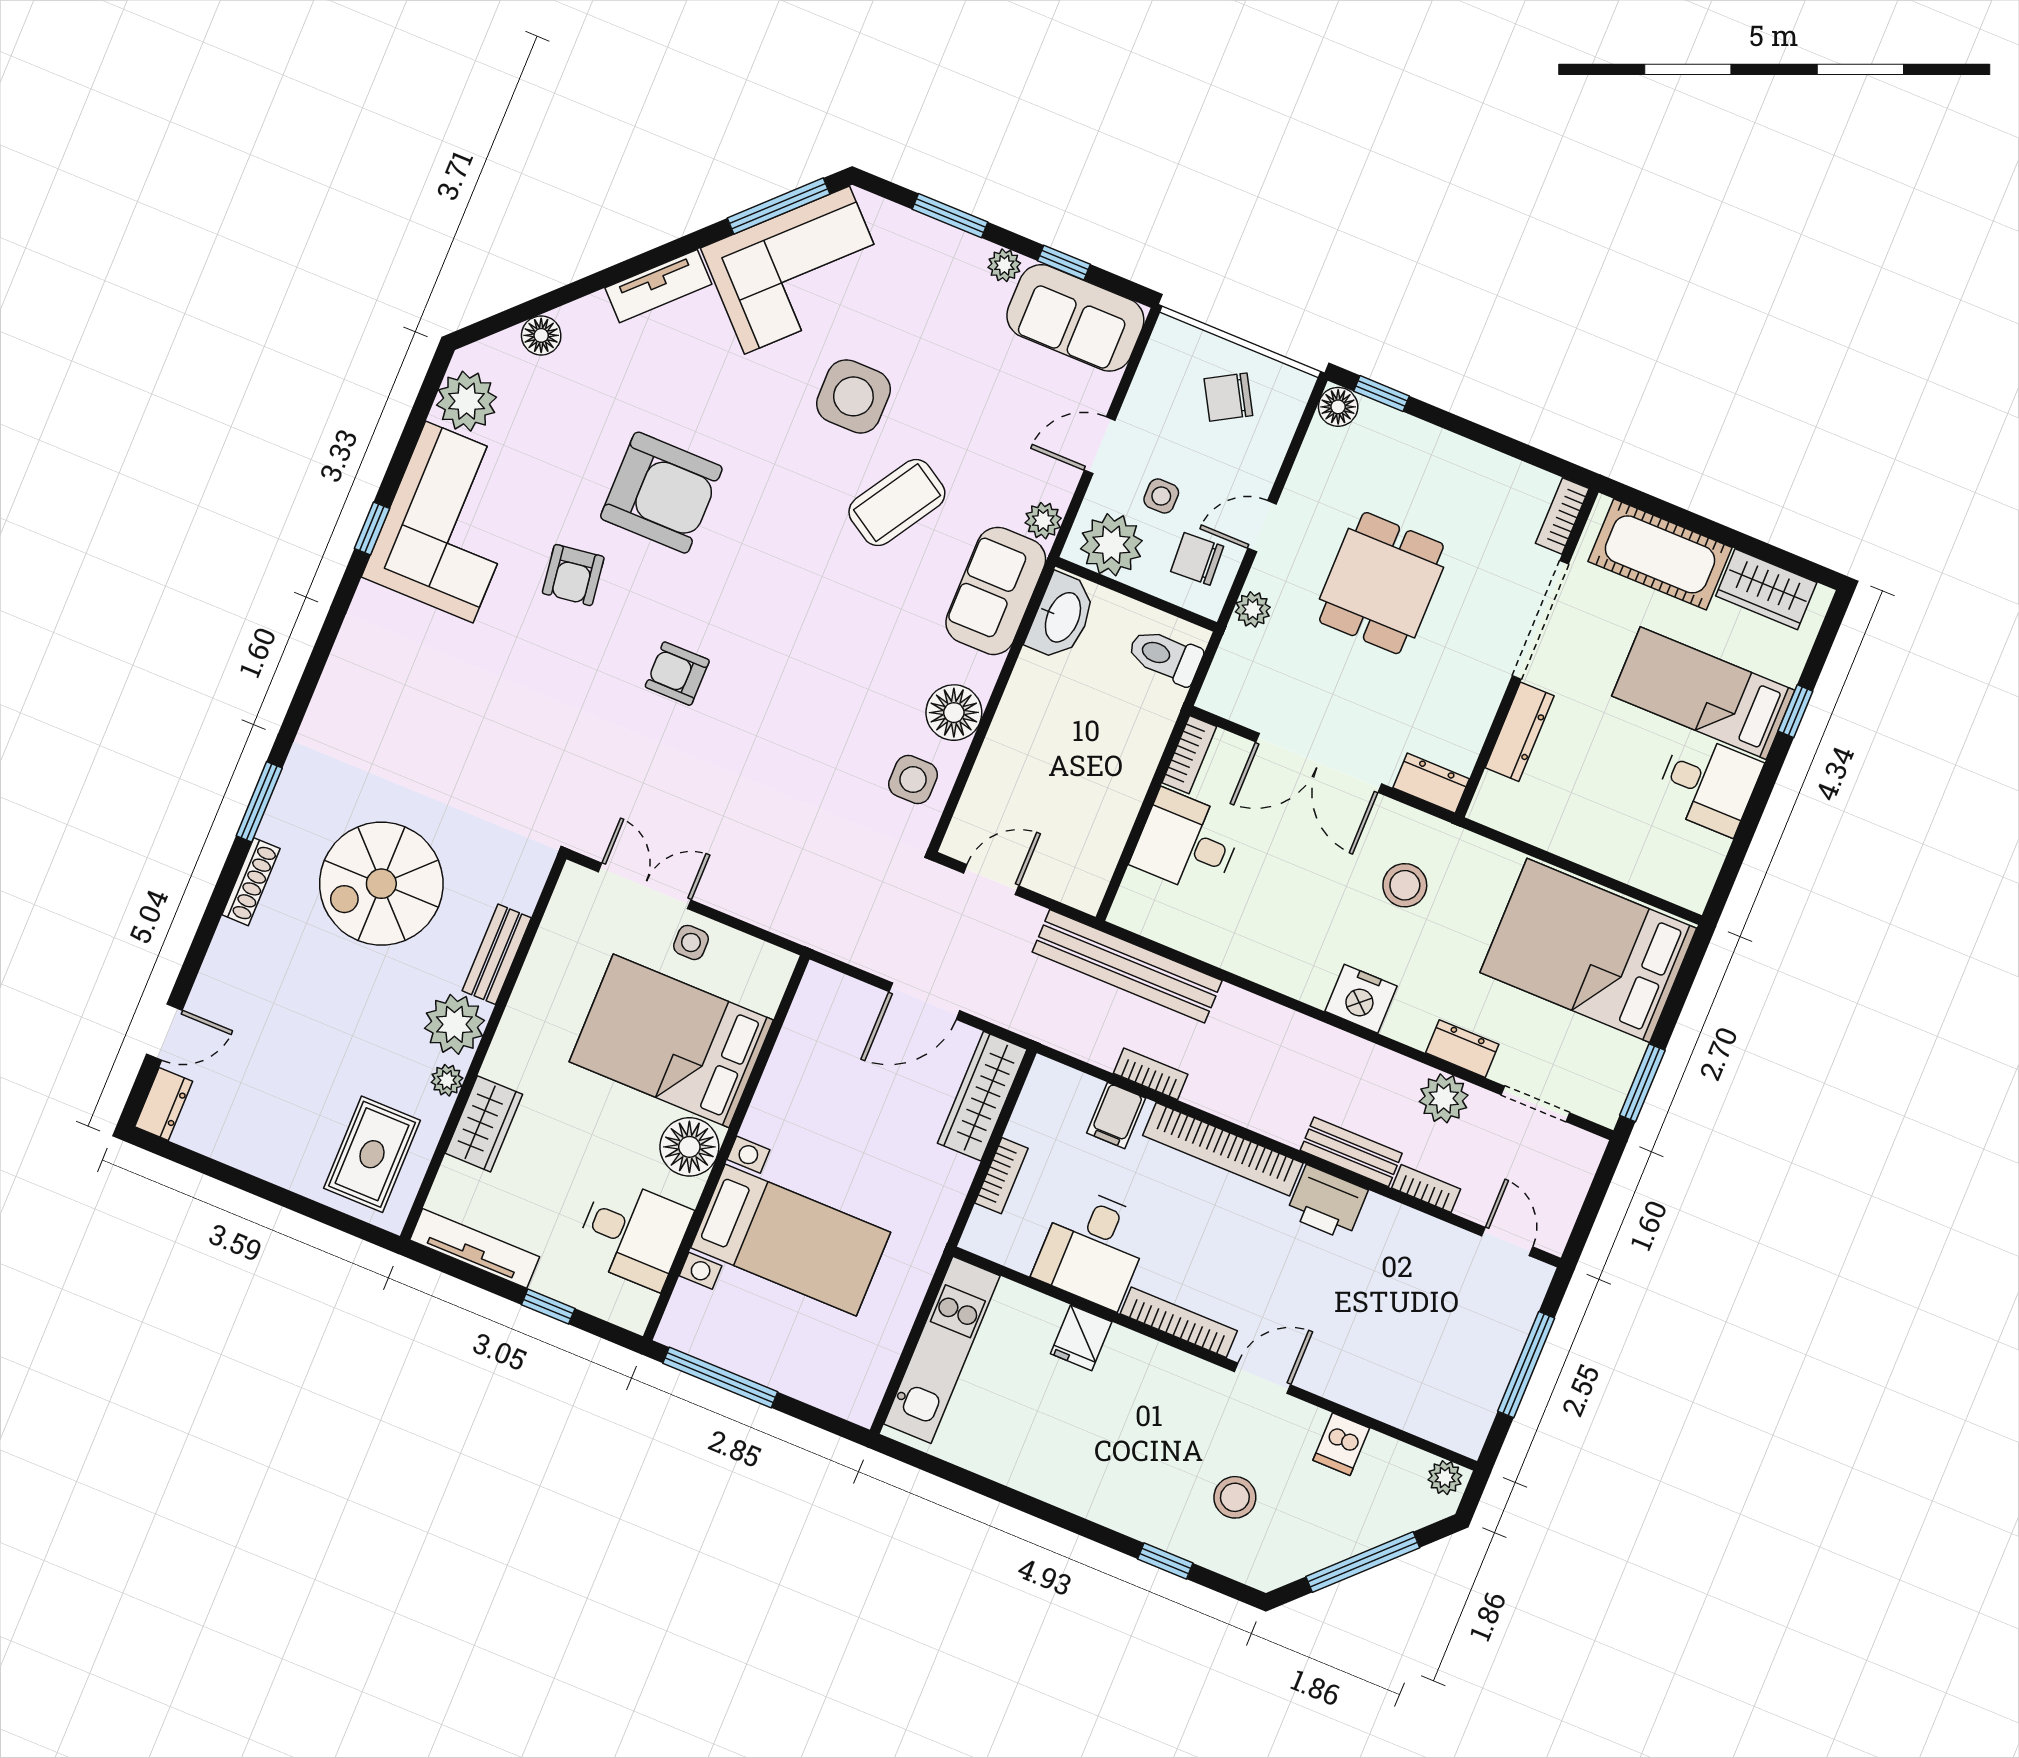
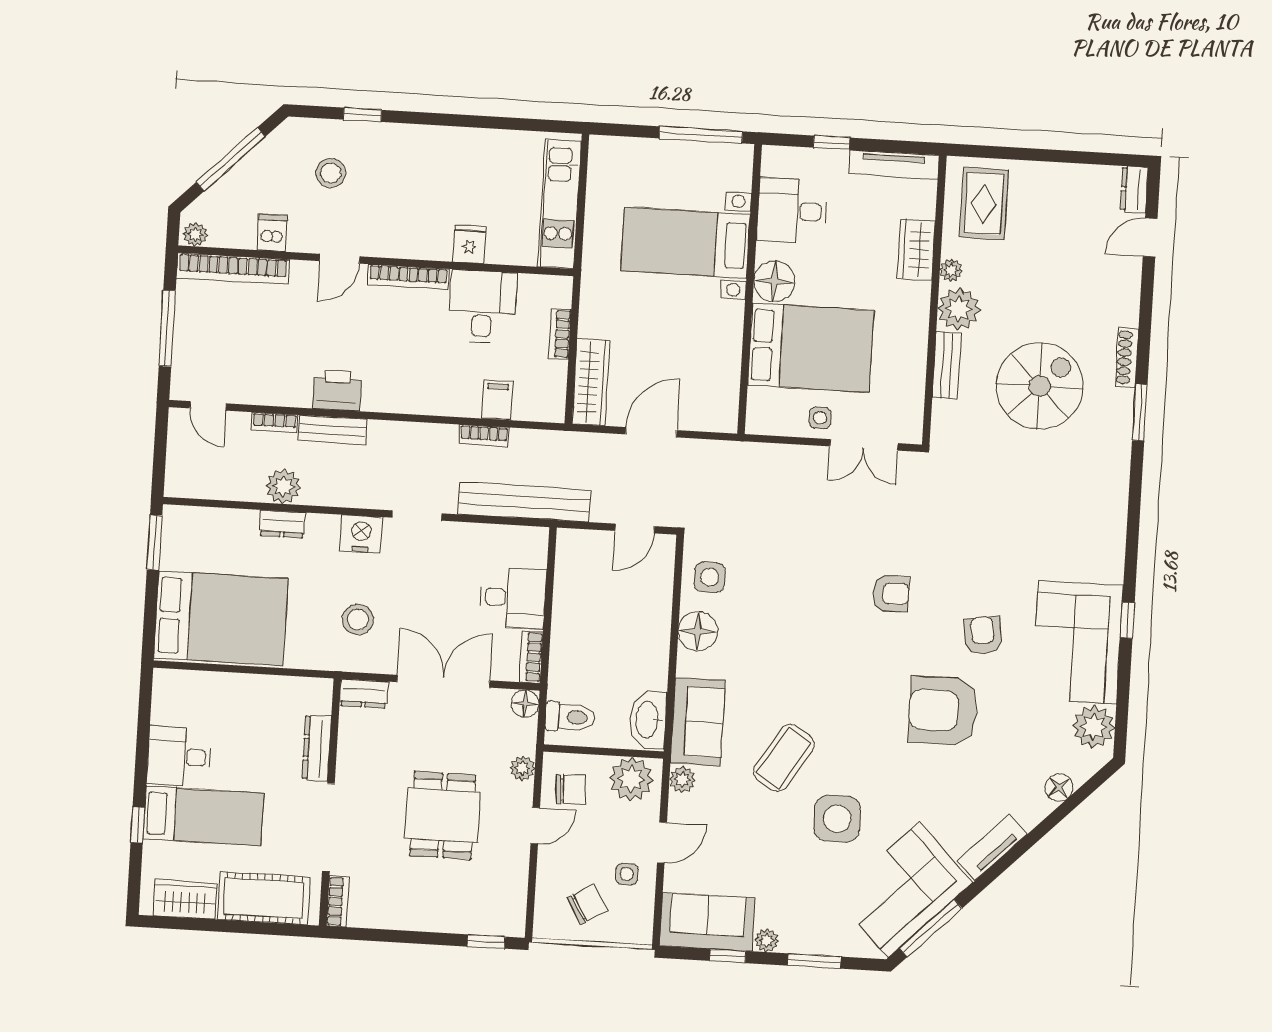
floor lamp: (1338, 407) -> (525, 704), moved
side table: (1161, 496) -> (627, 874), moved
doorway: (1535, 1104) -> (417, 516), moved
bookcase: (1223, 1149) -> (233, 269), moved, turned 180

